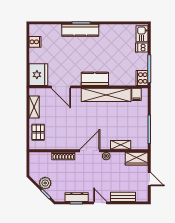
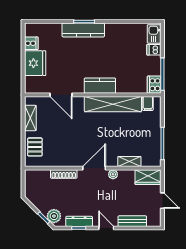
fridge: (38, 75) -> (35, 63), moved
plant: (45, 183) -> (54, 216), moved

